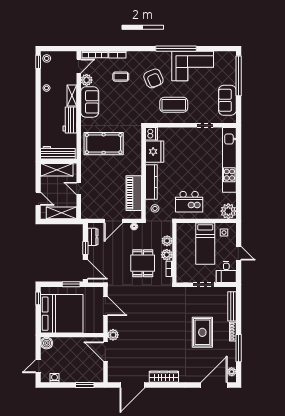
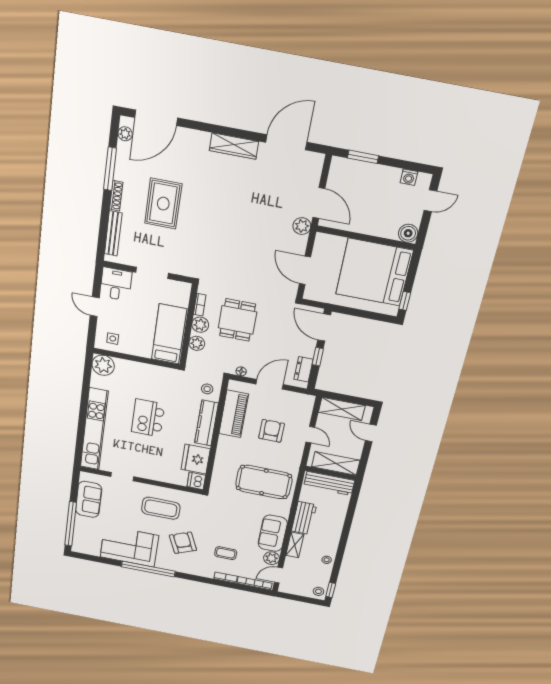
armchair: (106, 186) -> (272, 431), added
kitchen island: (189, 202) -> (148, 418), moved, turned -90
bed: (205, 244) -> (169, 334), moved
window: (71, 284) -> (350, 311), removed

